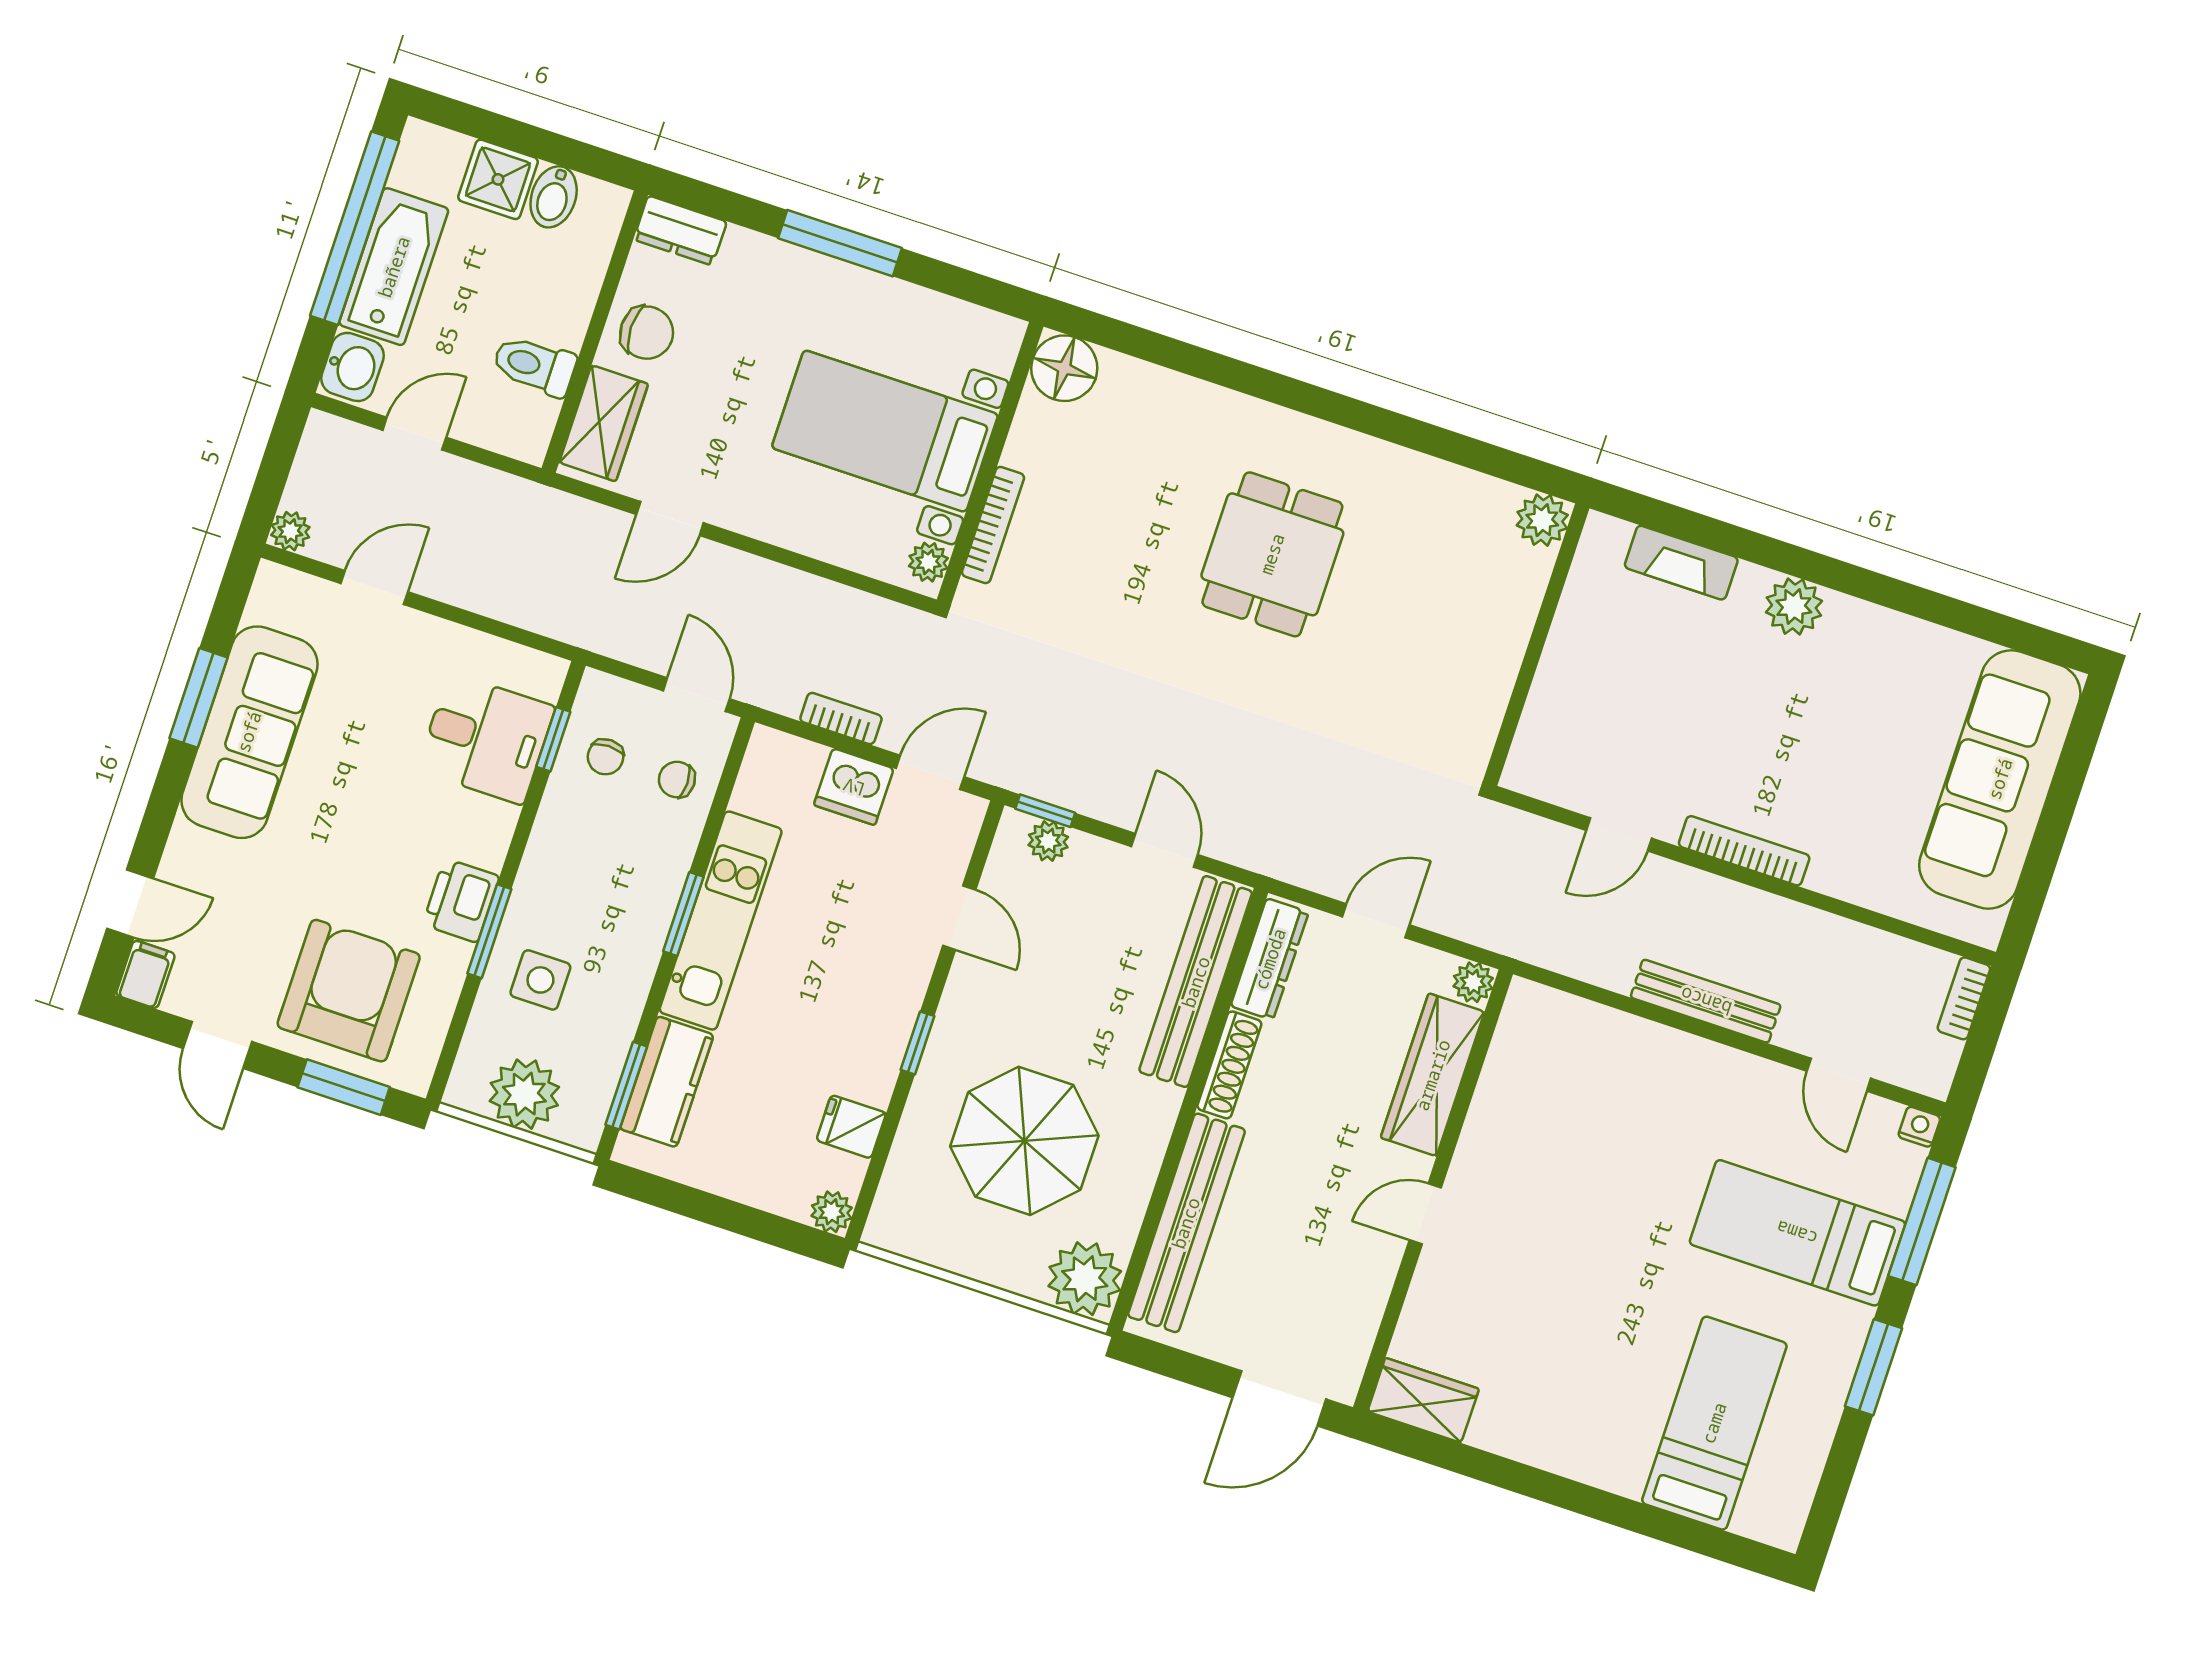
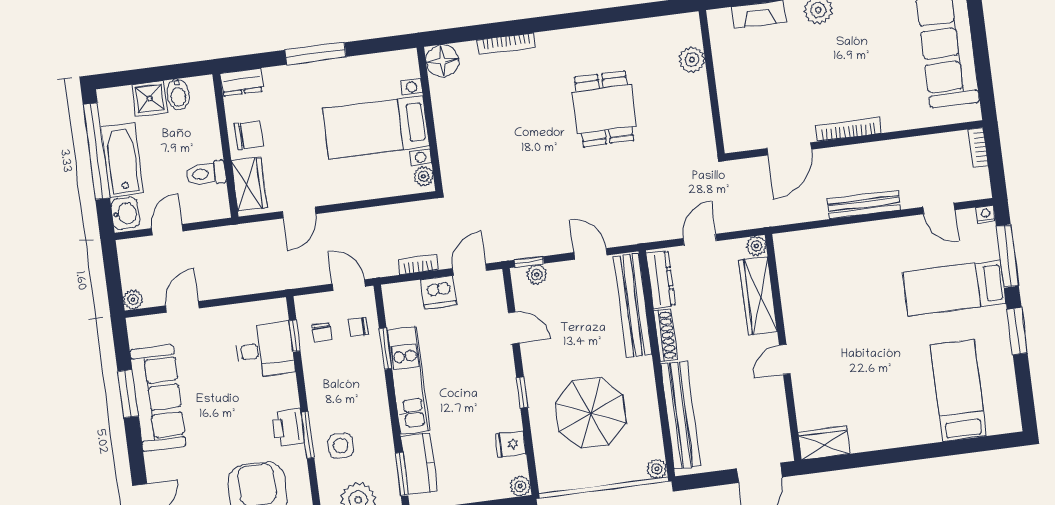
plant: (1542, 520) -> (692, 60), moved
bookcase: (993, 525) -> (506, 43), moved, turned 90
dining table: (1272, 554) -> (604, 109), moved
door: (1619, 834) -> (789, 149), width x1.38
window: (683, 914) -> (385, 349), moved
plant: (1085, 1279) -> (657, 469), width x0.53, depth x0.53

